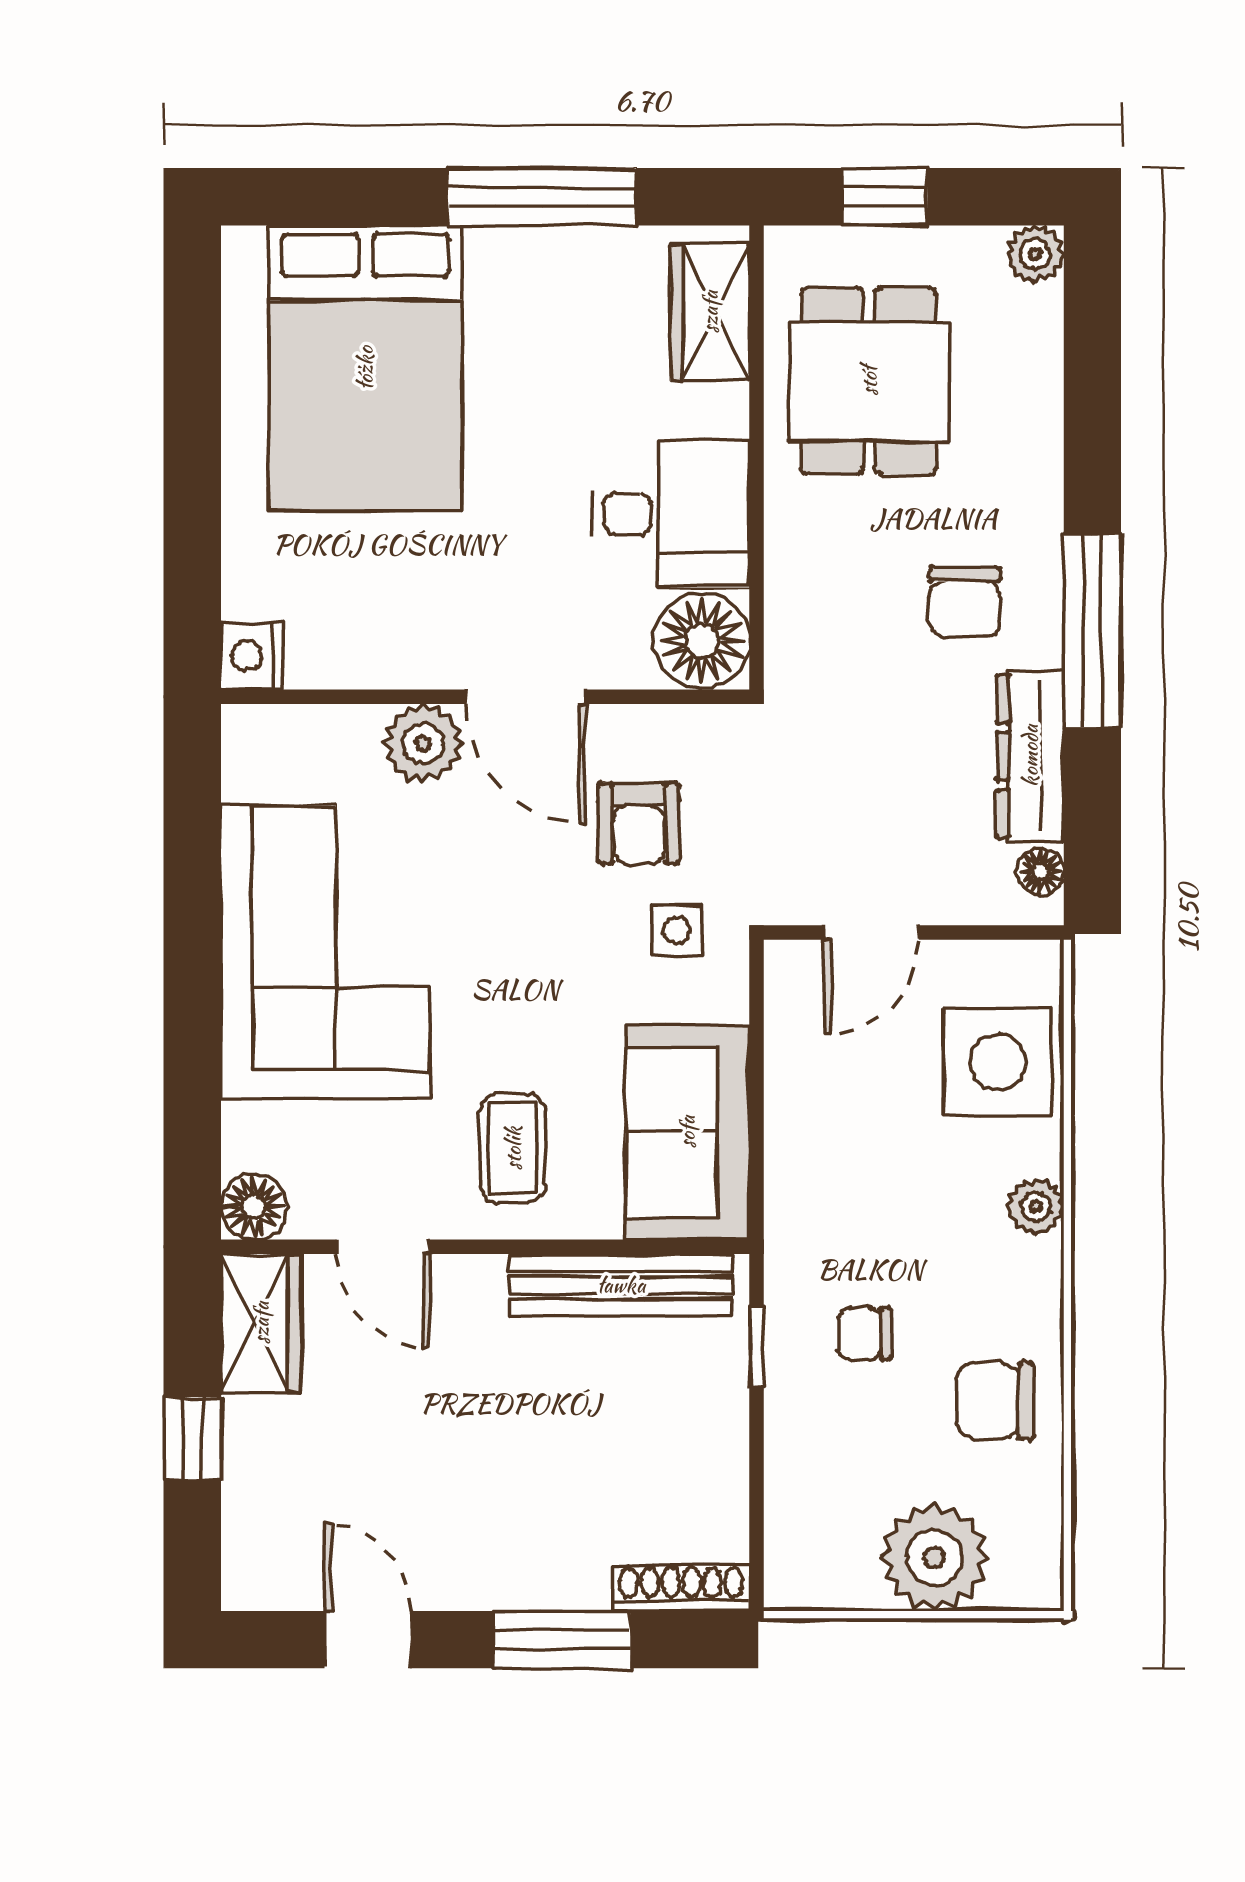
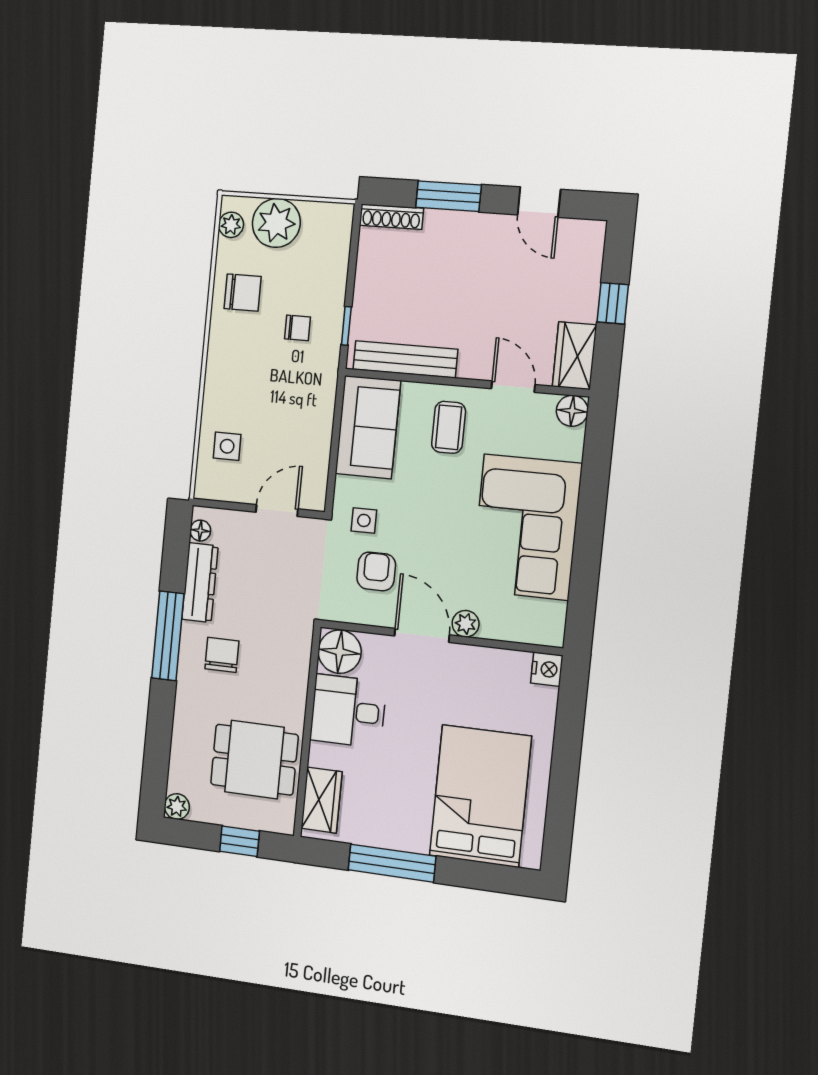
dining table: (869, 381) -> (254, 760), turned 90
plant: (423, 743) -> (466, 624), width x0.73, depth x0.73
side table: (998, 1062) -> (227, 446), width x0.54, depth x0.54
plant: (1036, 1206) -> (231, 225), moved

